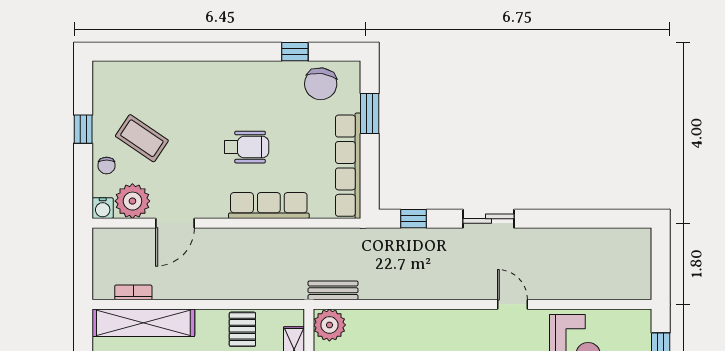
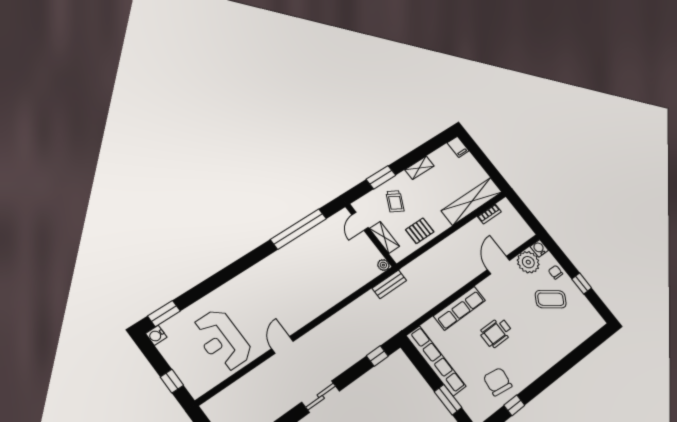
chair: (321, 84) -> (498, 382), moved
sliding door: (488, 219) -> (321, 397), moved
door: (512, 304) -> (282, 345), swing flipped
plant: (329, 325) -> (383, 265), width x0.53, depth x0.53
pallet: (242, 329) -> (420, 231), turned 90

